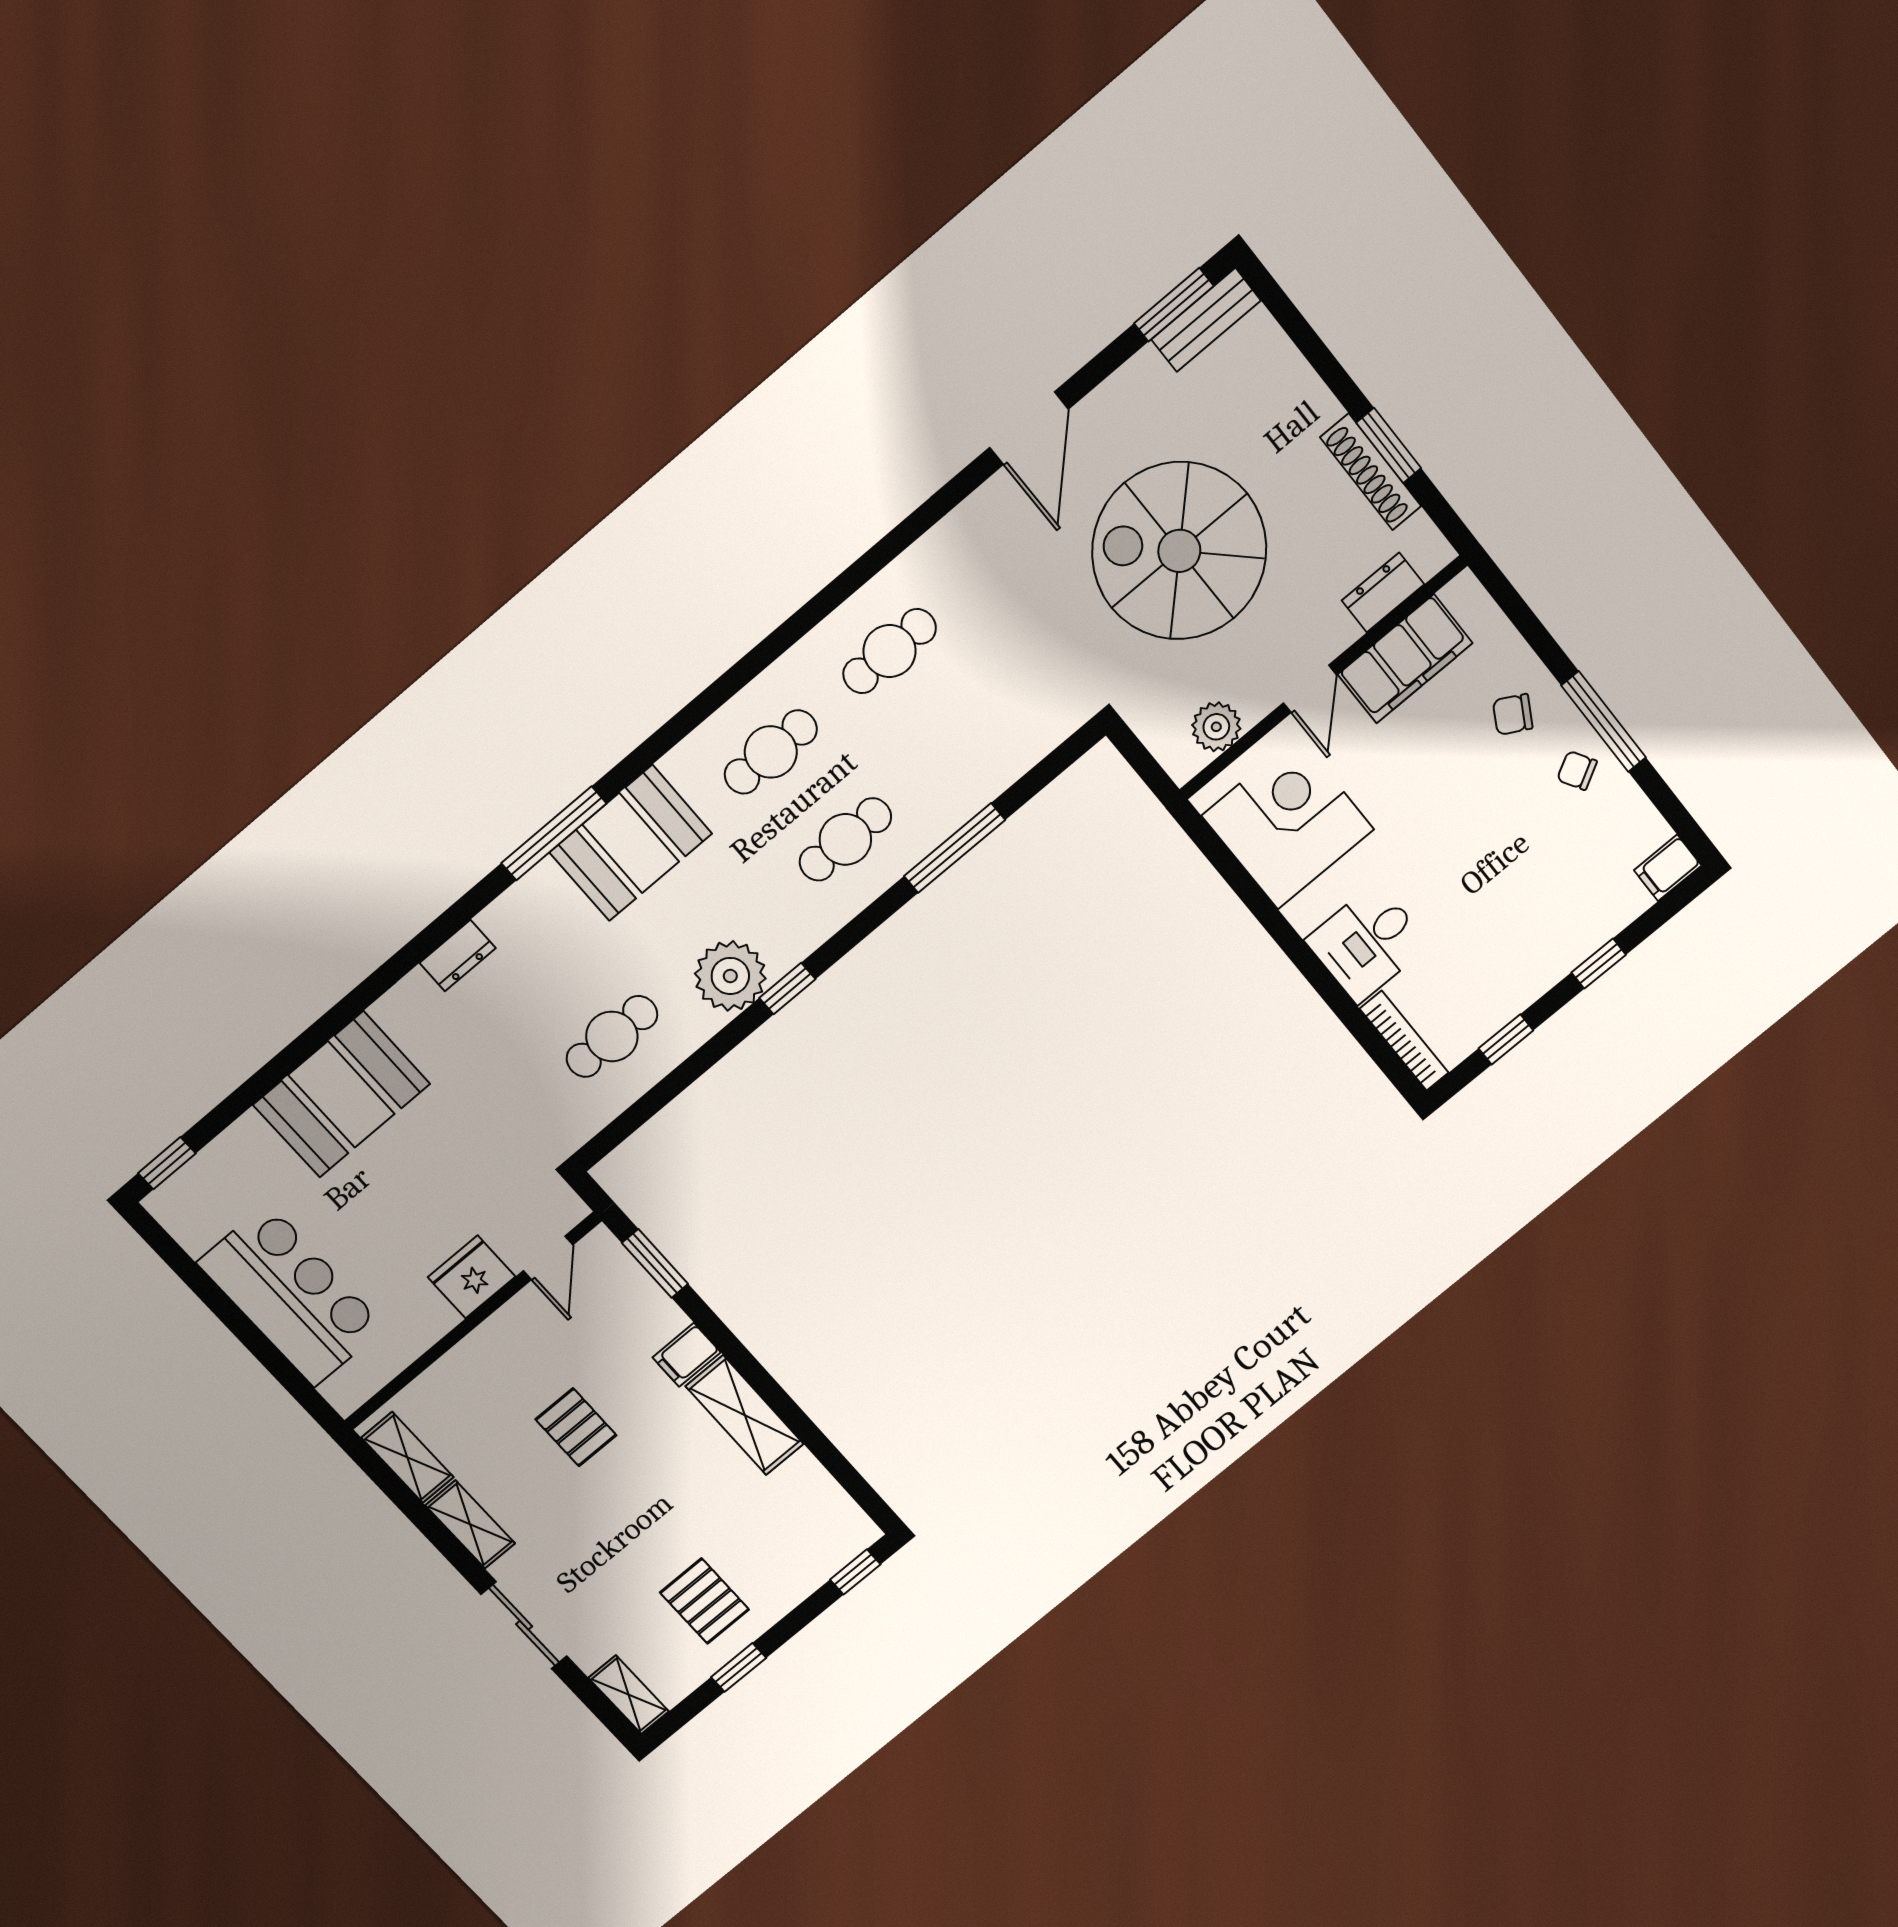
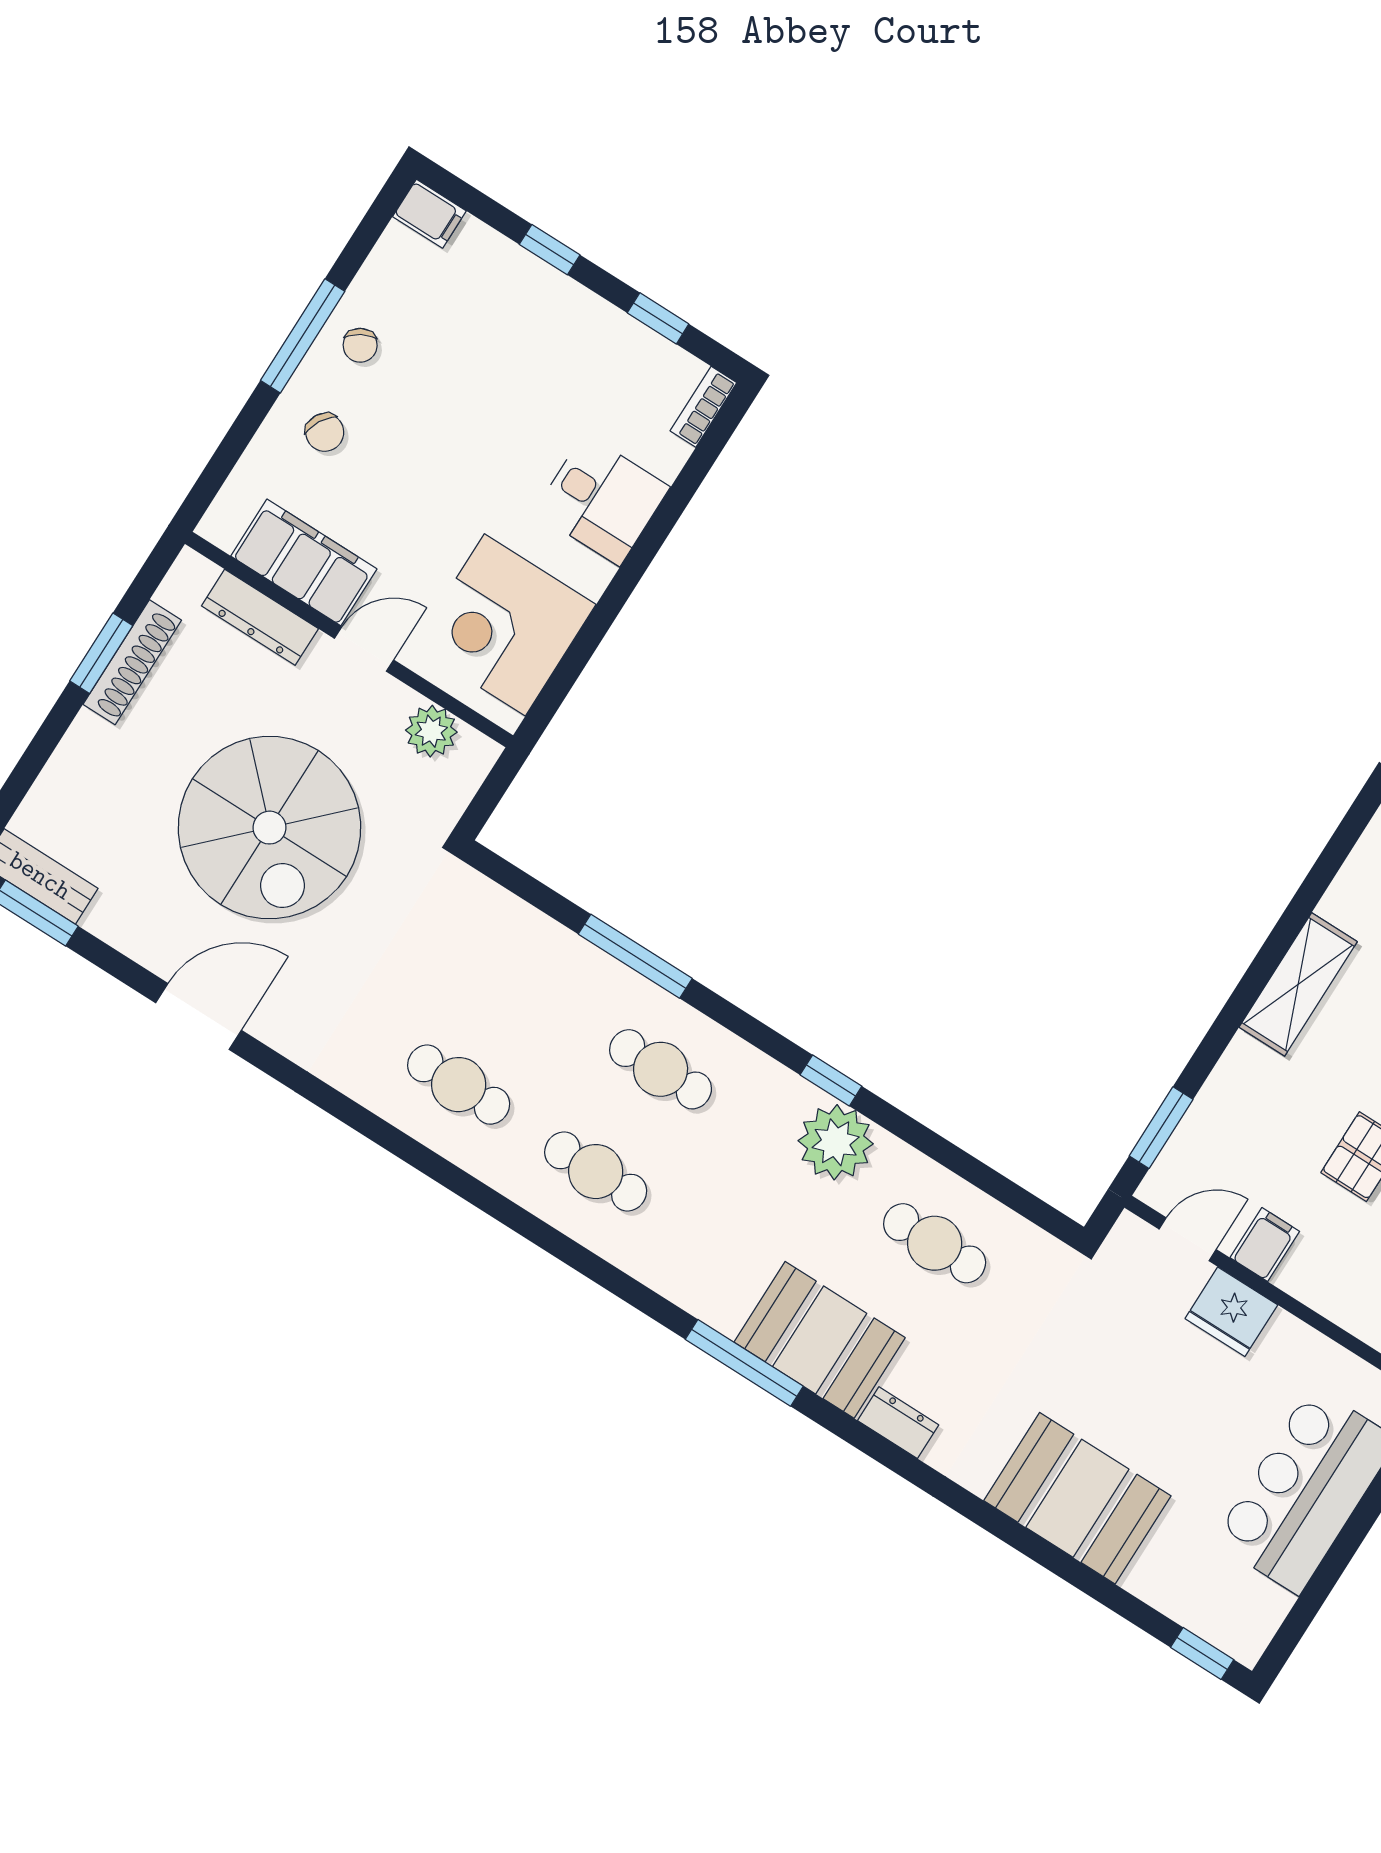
dresser: (1383, 592) -> (260, 617), width x1.44
booth: (631, 843) -> (820, 1340), moved
bookcase: (1404, 1041) -> (703, 407), width x0.64
filing cabinet: (687, 1355) -> (1265, 1245), moved, turned -90

